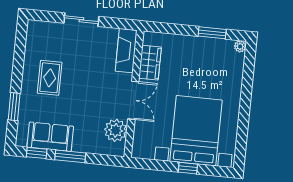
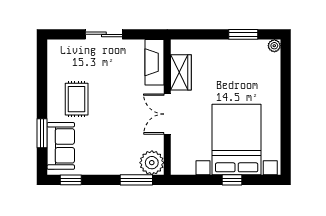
double door: (133, 100) -> (167, 114), swing flipped
plant: (116, 130) -> (152, 163), moved
sofa: (50, 137) -> (61, 146), moved, turned 90
window: (70, 156) -> (136, 180), moved

